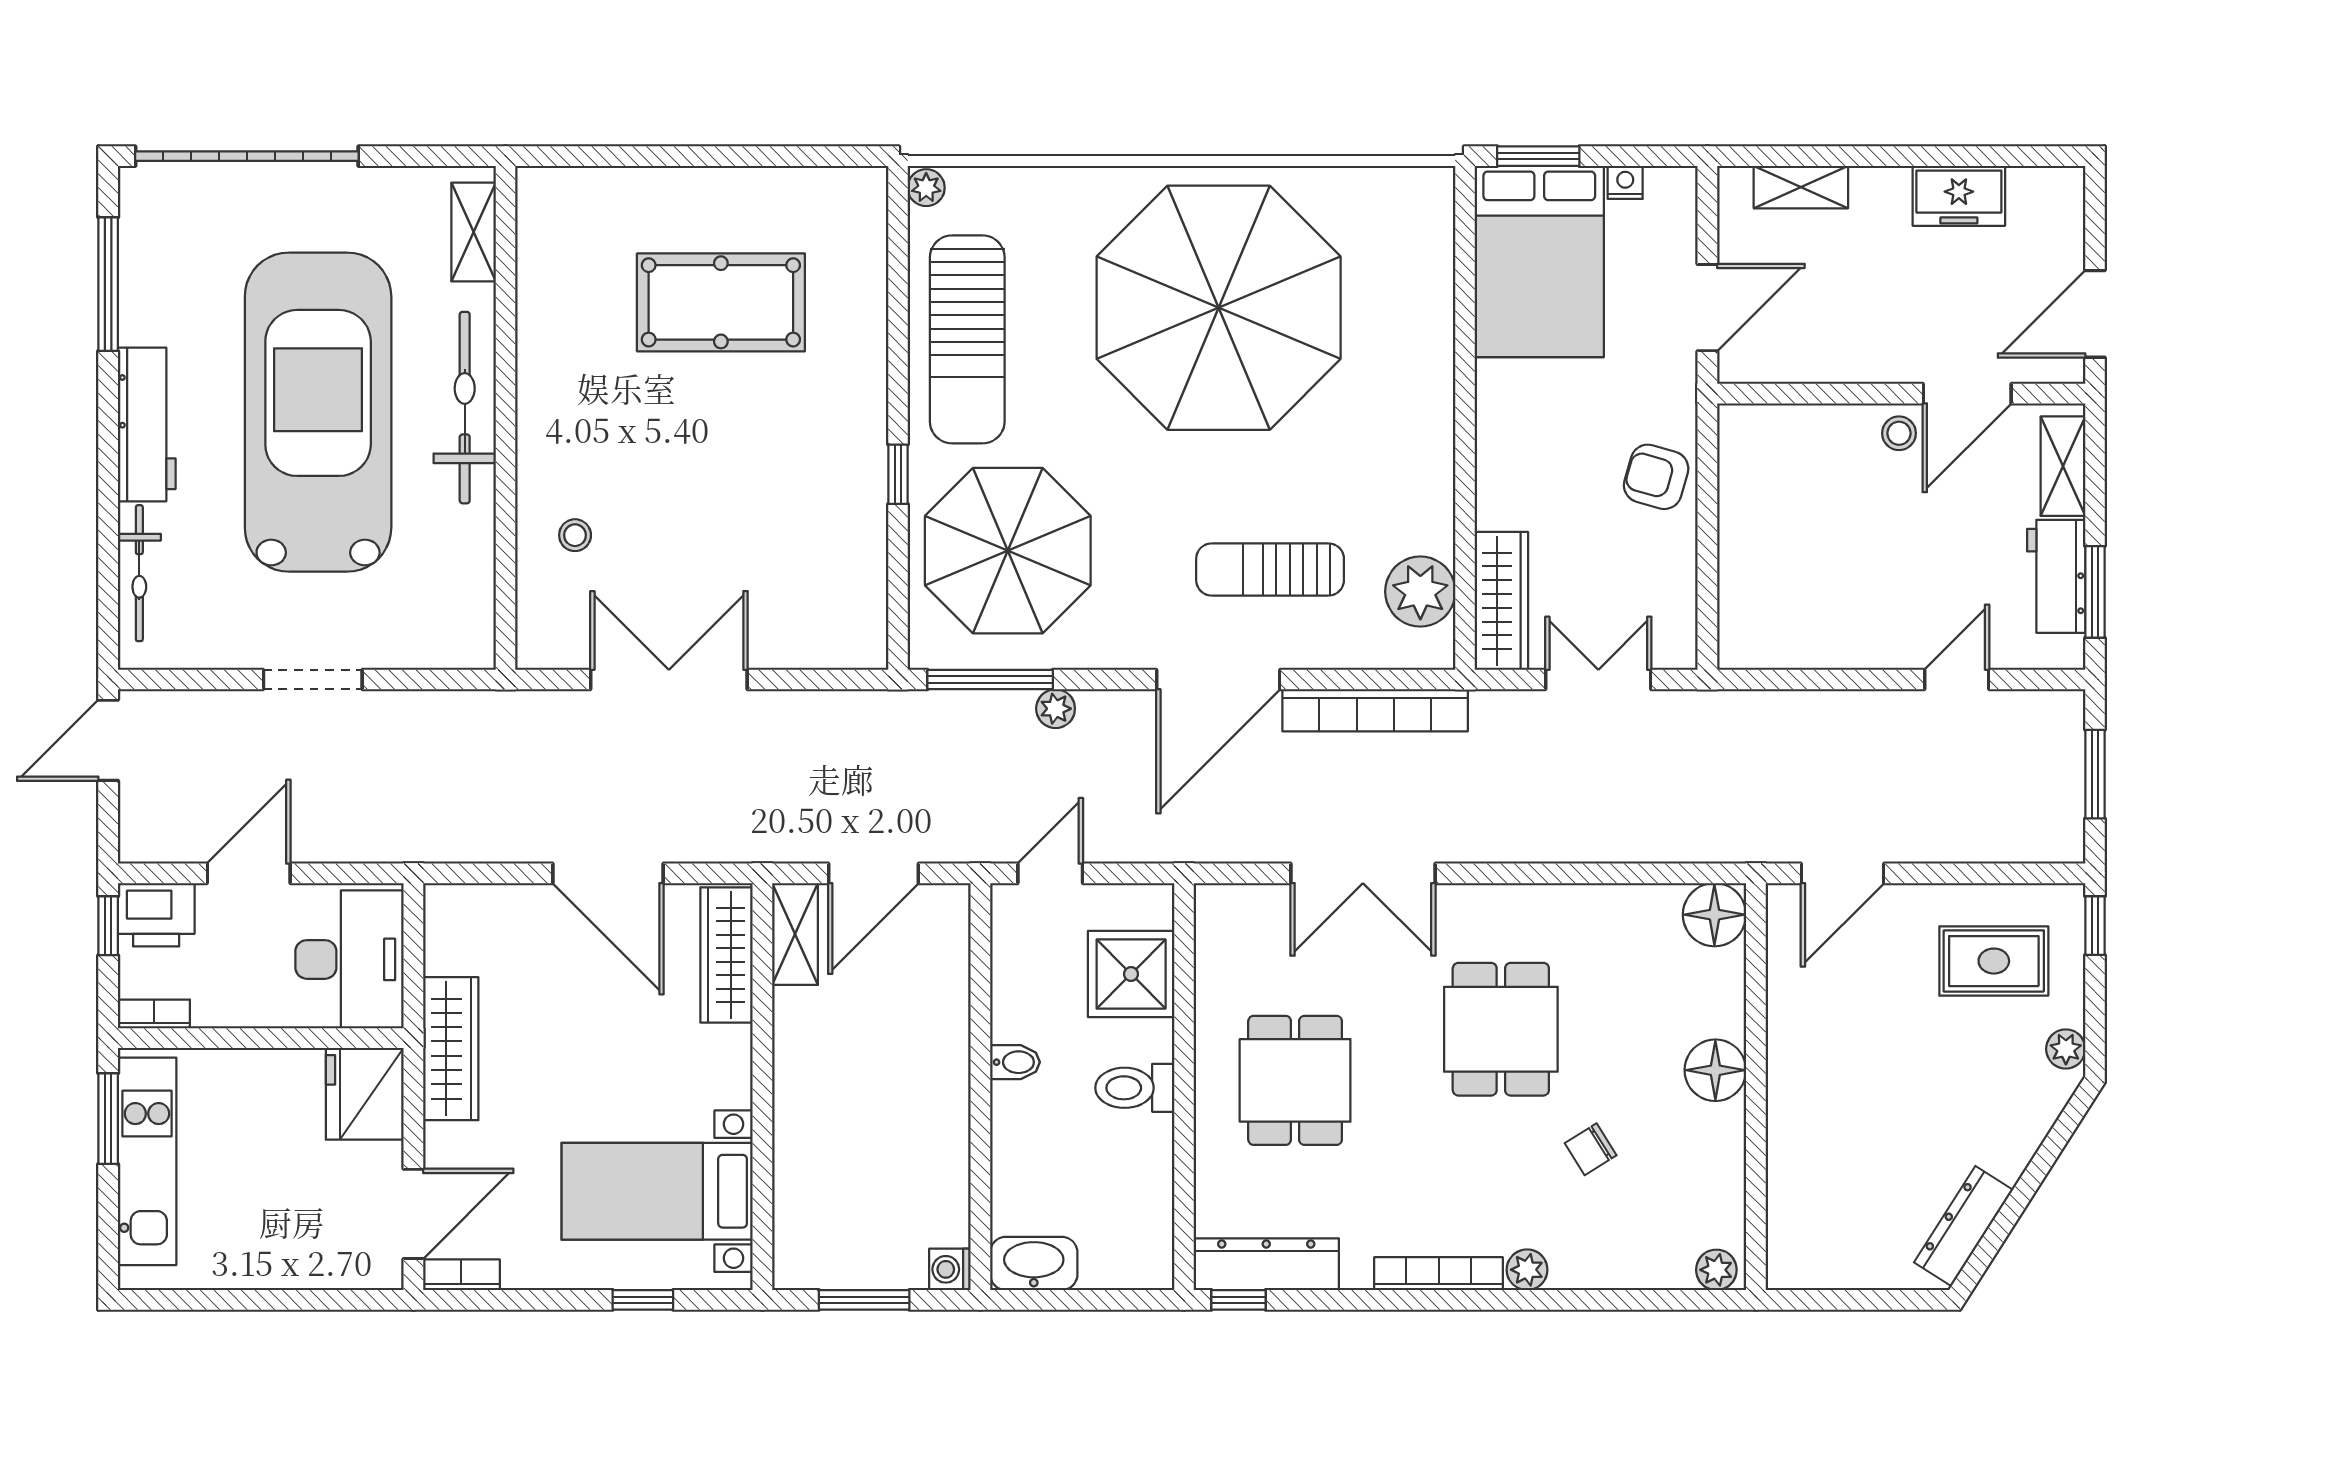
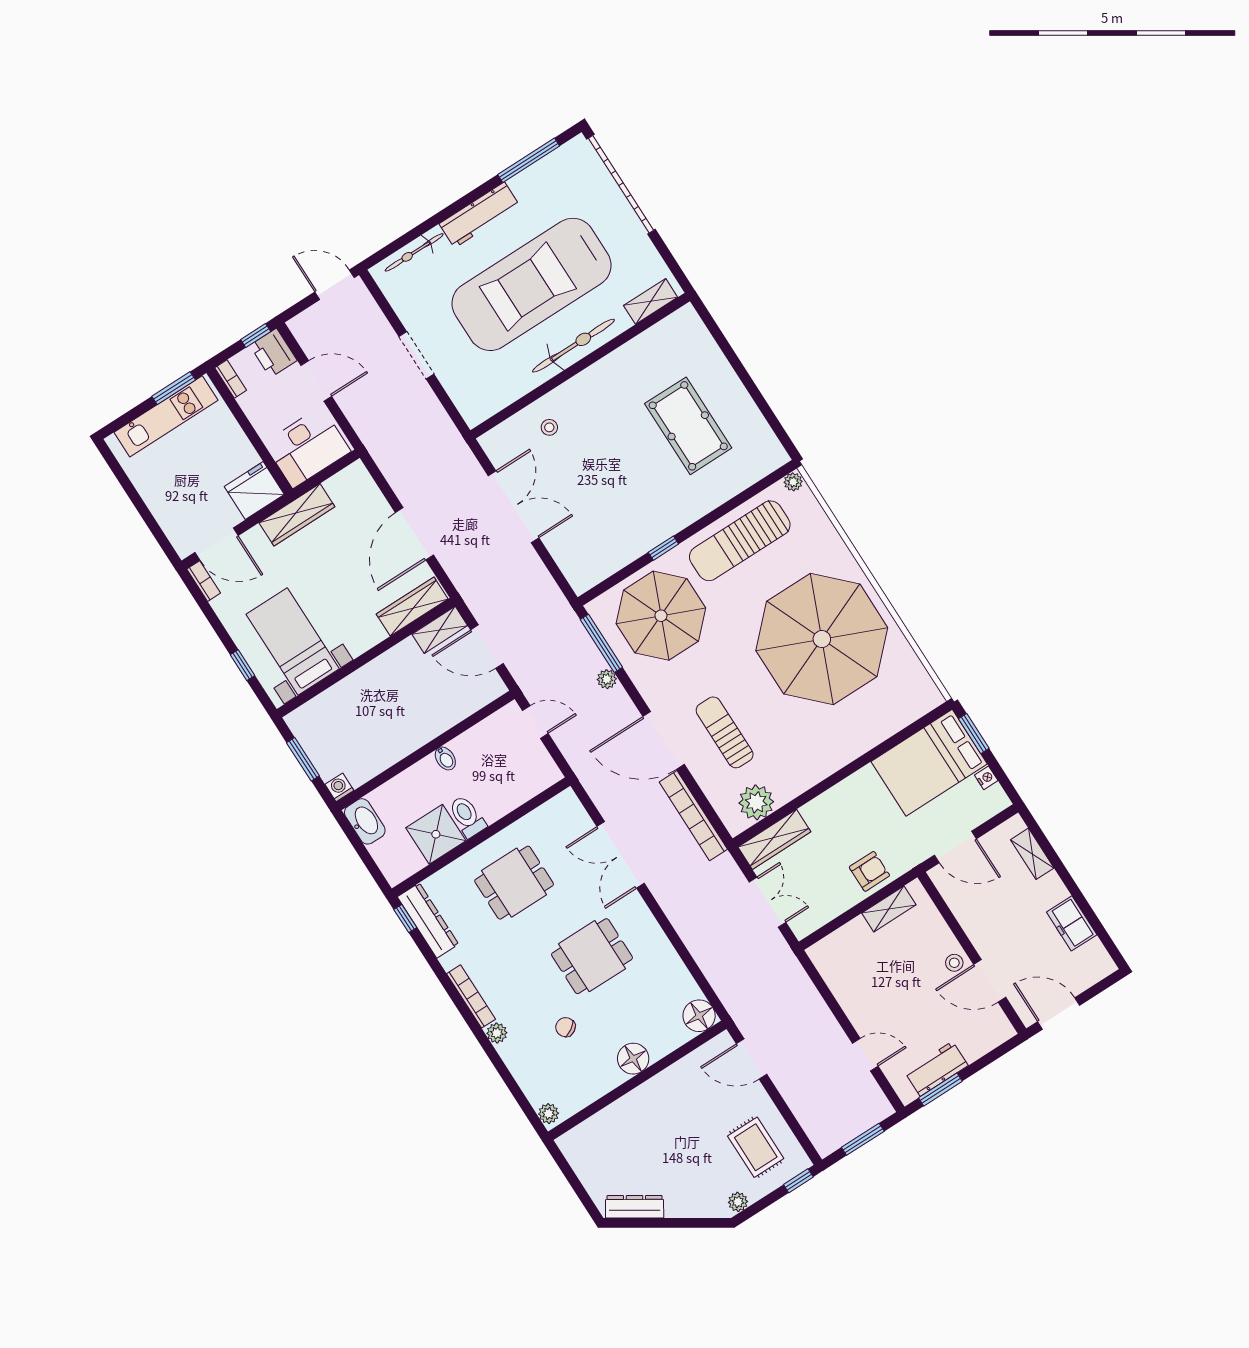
car: (318, 412) -> (532, 284), turned 180
shelving: (2063, 466) -> (889, 909), moved
armchair: (1656, 477) -> (869, 871), turned 74
shower: (1131, 974) -> (436, 834), moved

